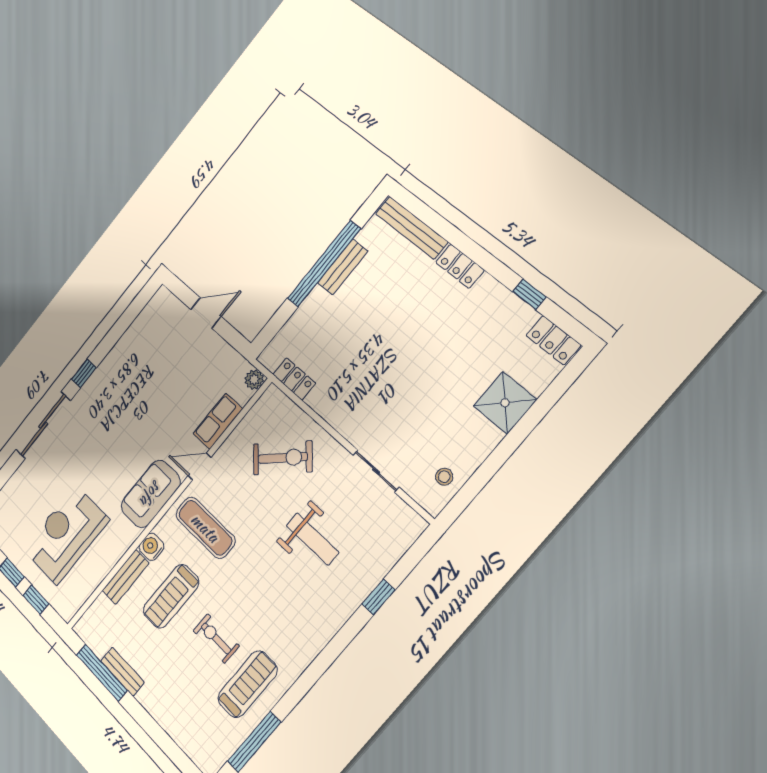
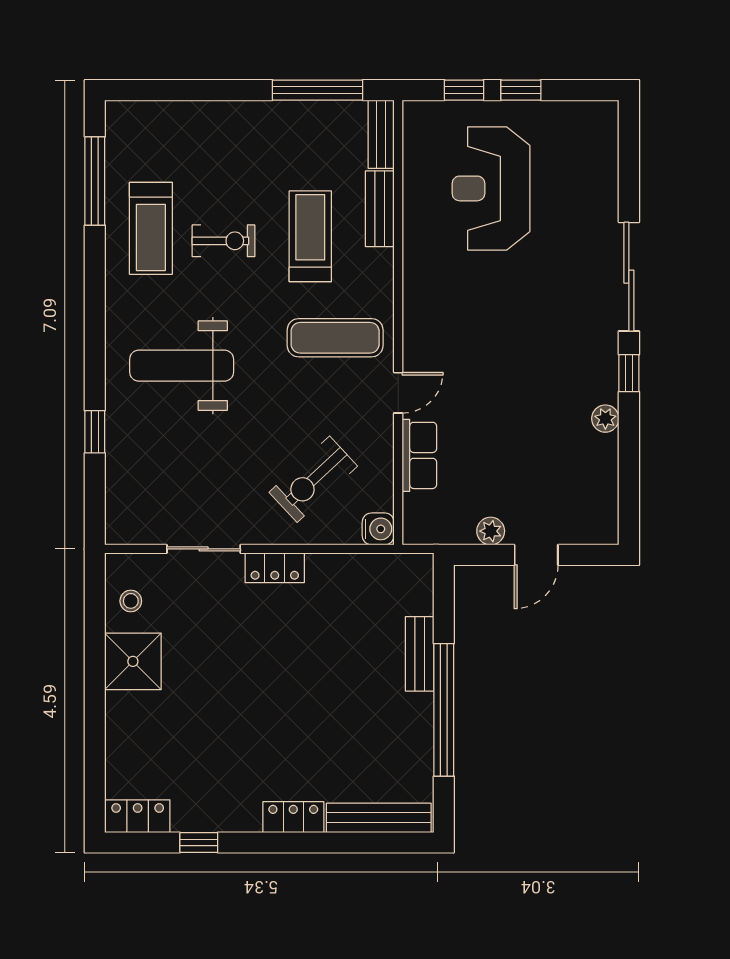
bench: (343, 267) -> (420, 654), moved
plant: (114, 359) -> (605, 419), added
locker: (294, 379) -> (275, 568), moved
plant: (254, 380) -> (491, 531), moved
shower: (505, 403) -> (133, 661), moved
sofa: (151, 494) -> (429, 317), removed
reception desk: (66, 535) -> (491, 188), turned 180
weight bench: (313, 539) -> (182, 366), moved, width x1.36, depth x1.33
water cooler: (151, 547) -> (378, 529), moved
bench: (122, 672) -> (381, 134), moved, turned 90

